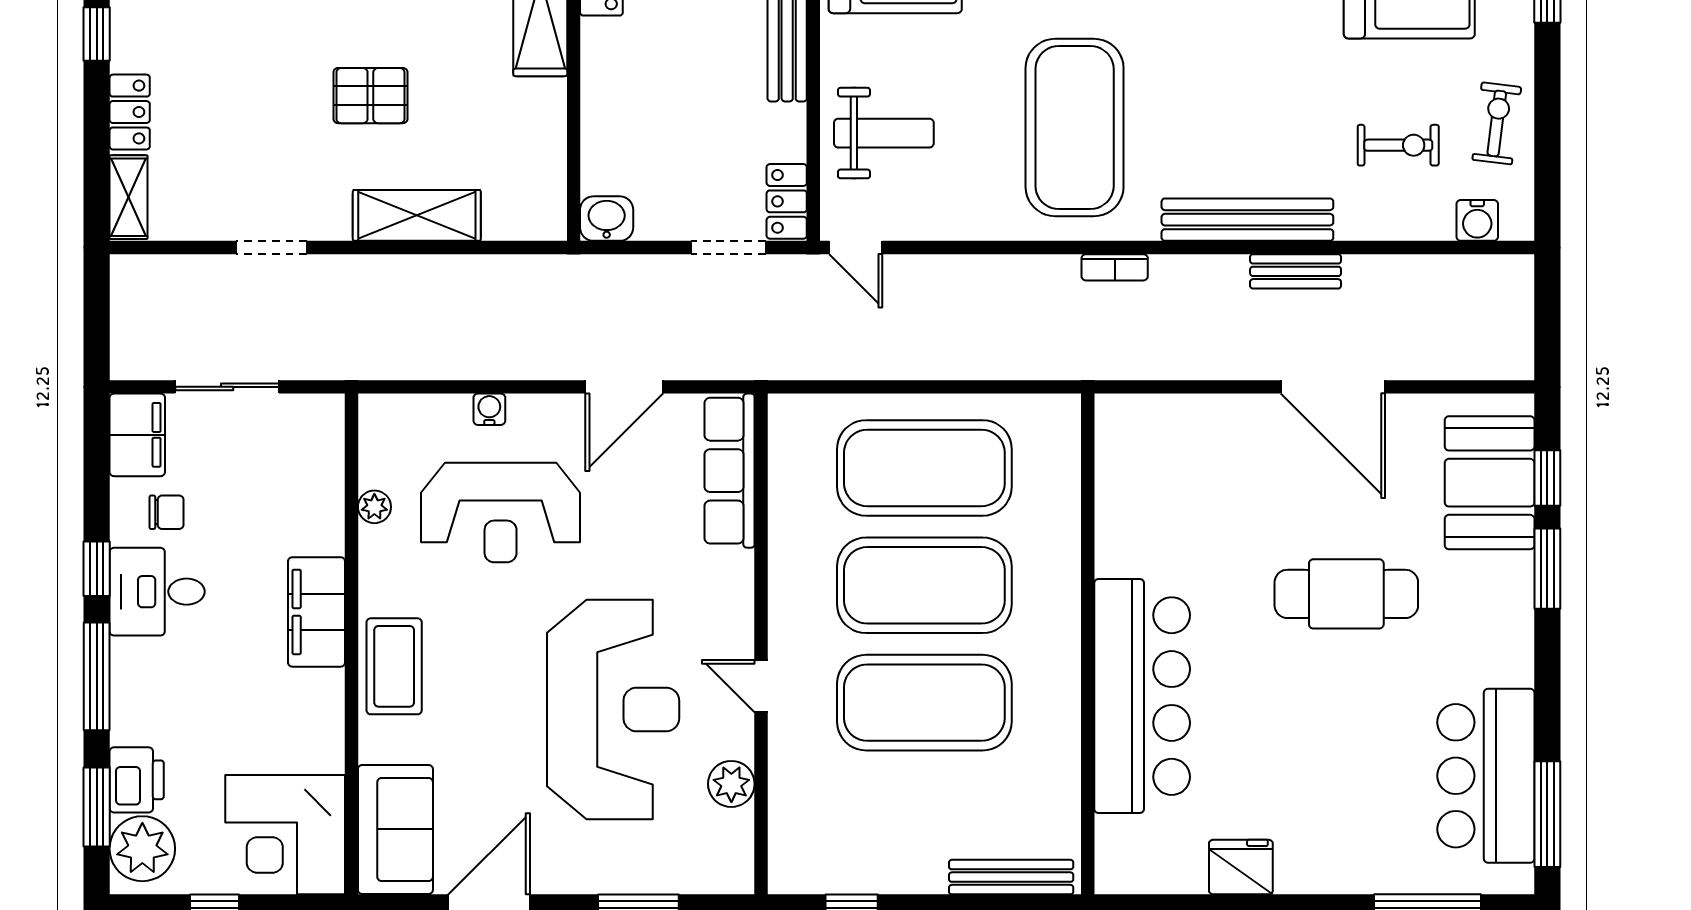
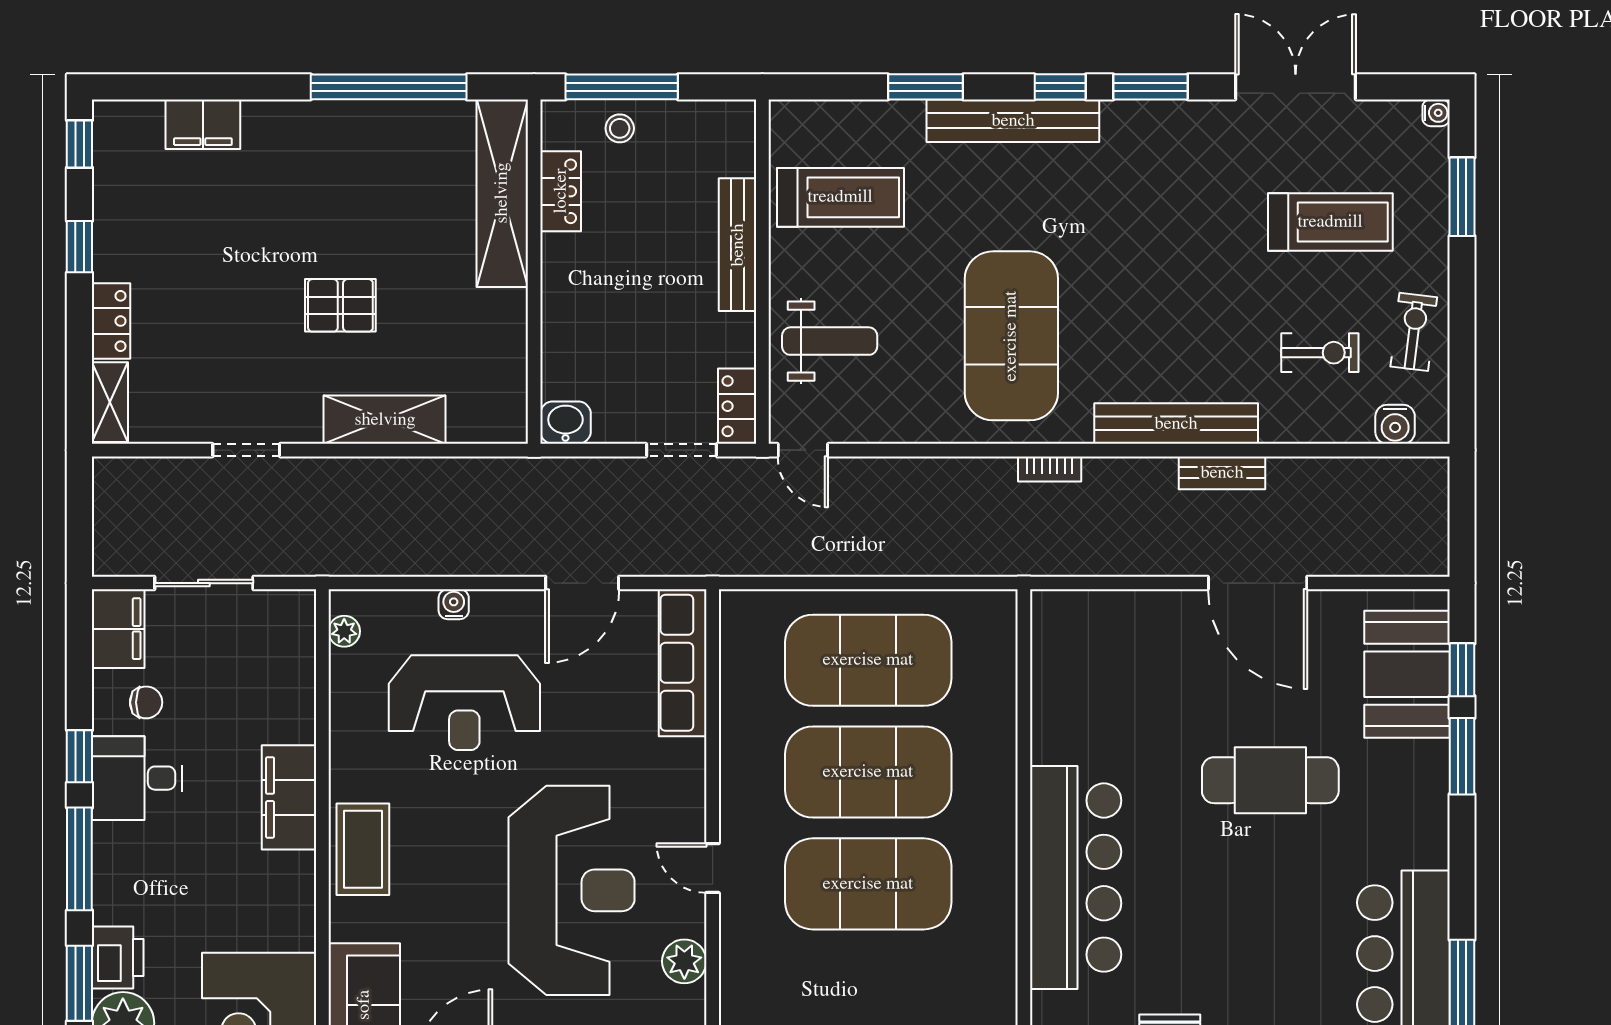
plant: (374, 507) -> (344, 631), moved

